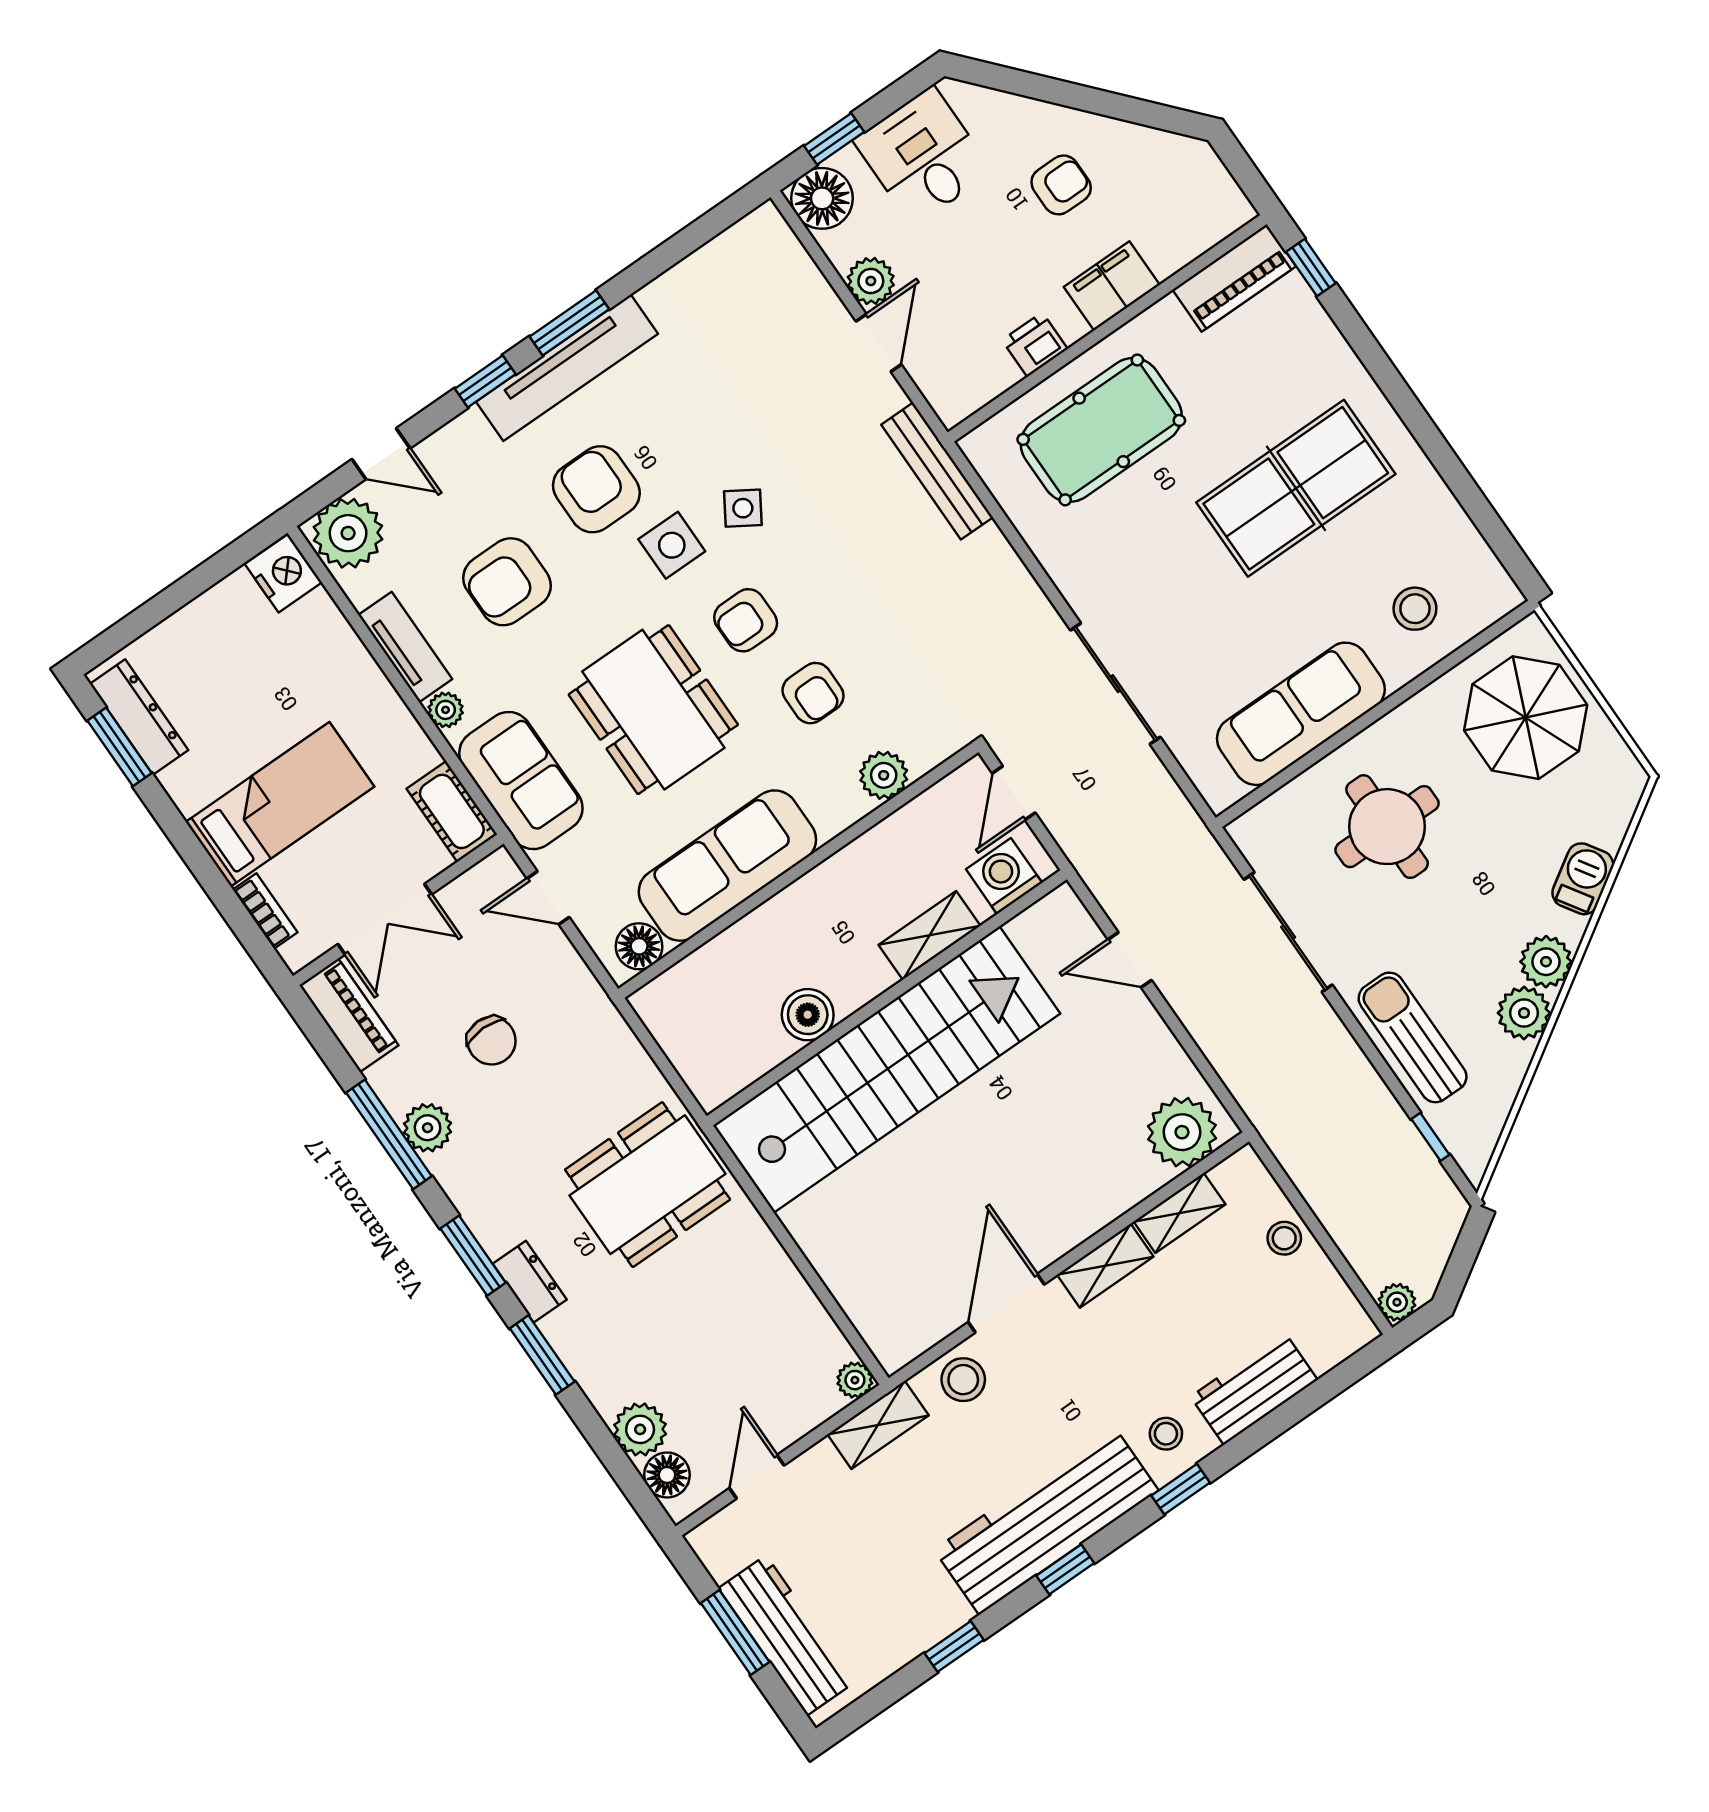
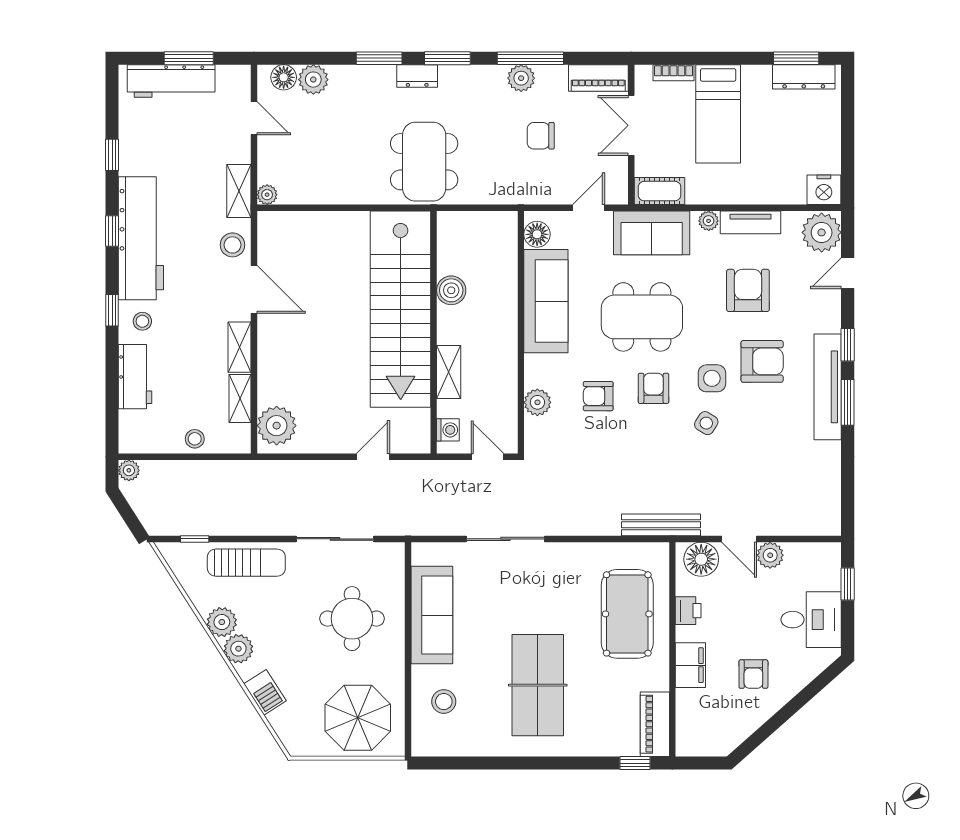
floor lamp: (822, 198) -> (701, 559), moved
washing machine: (1004, 876) -> (448, 430), width x0.73, depth x0.73

